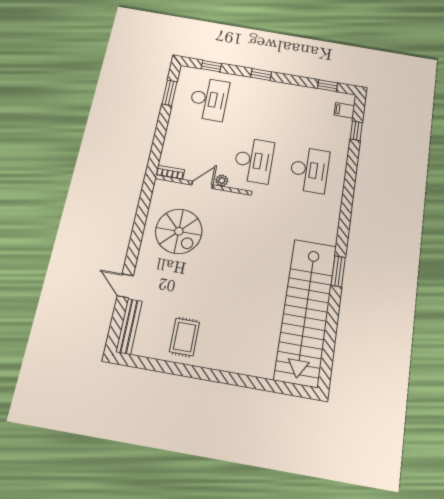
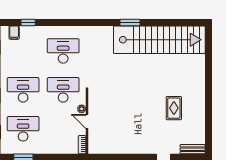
desk: (263, 108) -> (23, 90), added
spiral stairs: (179, 231) -> (122, 131), removed
bench: (129, 326) -> (193, 149), width x0.73
rug: (184, 337) -> (174, 108), moved, turned 90

